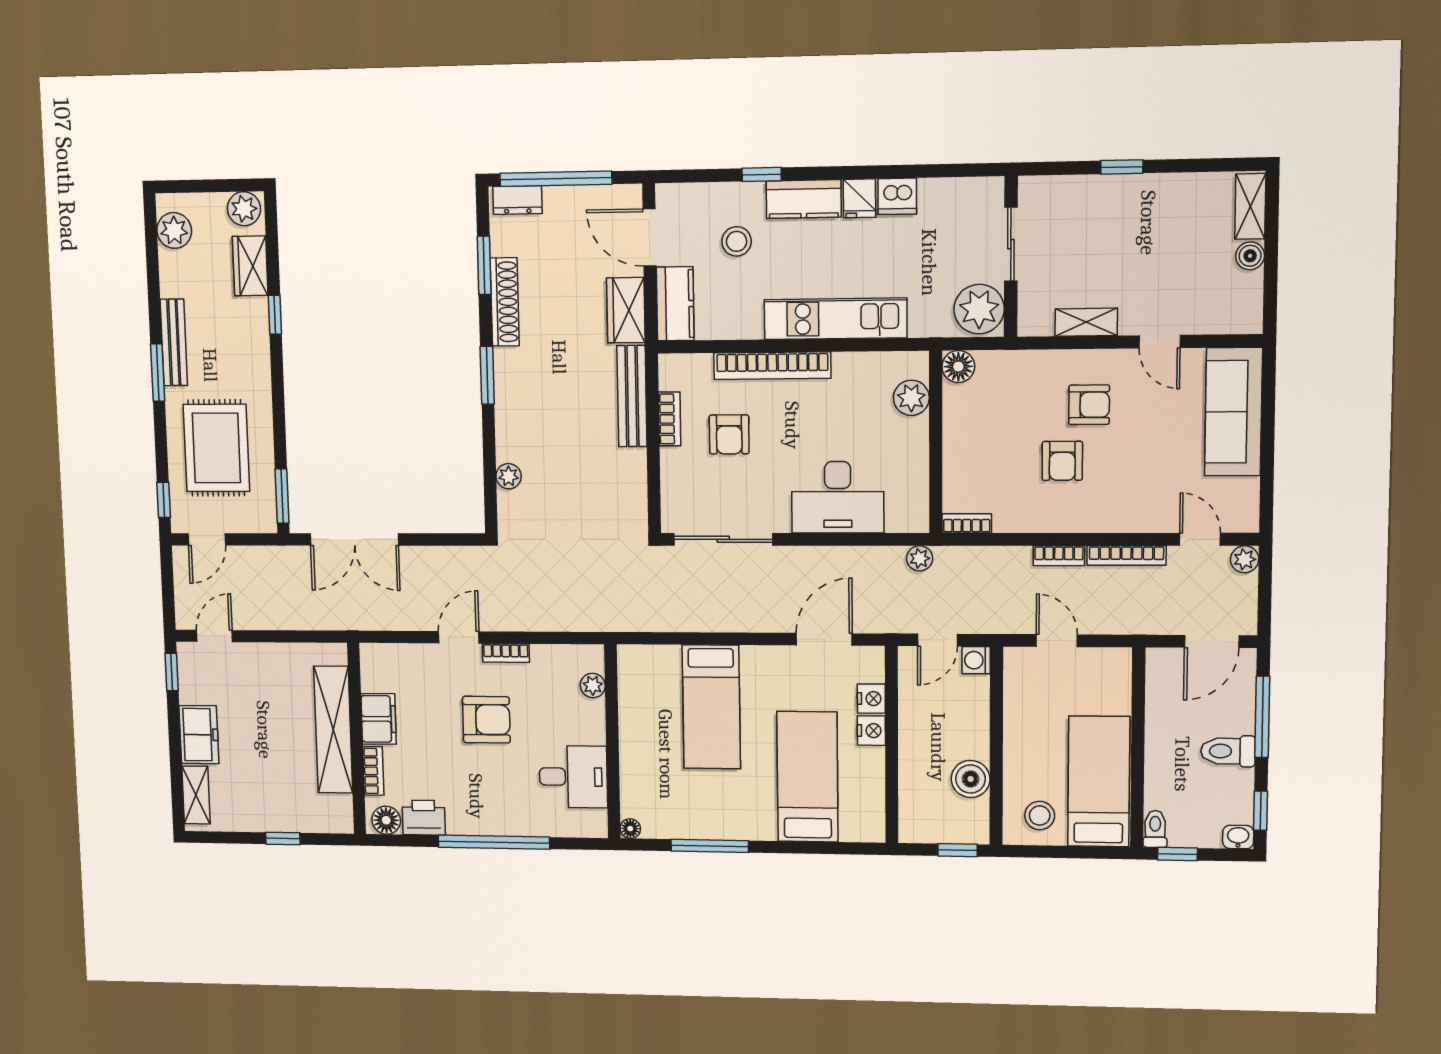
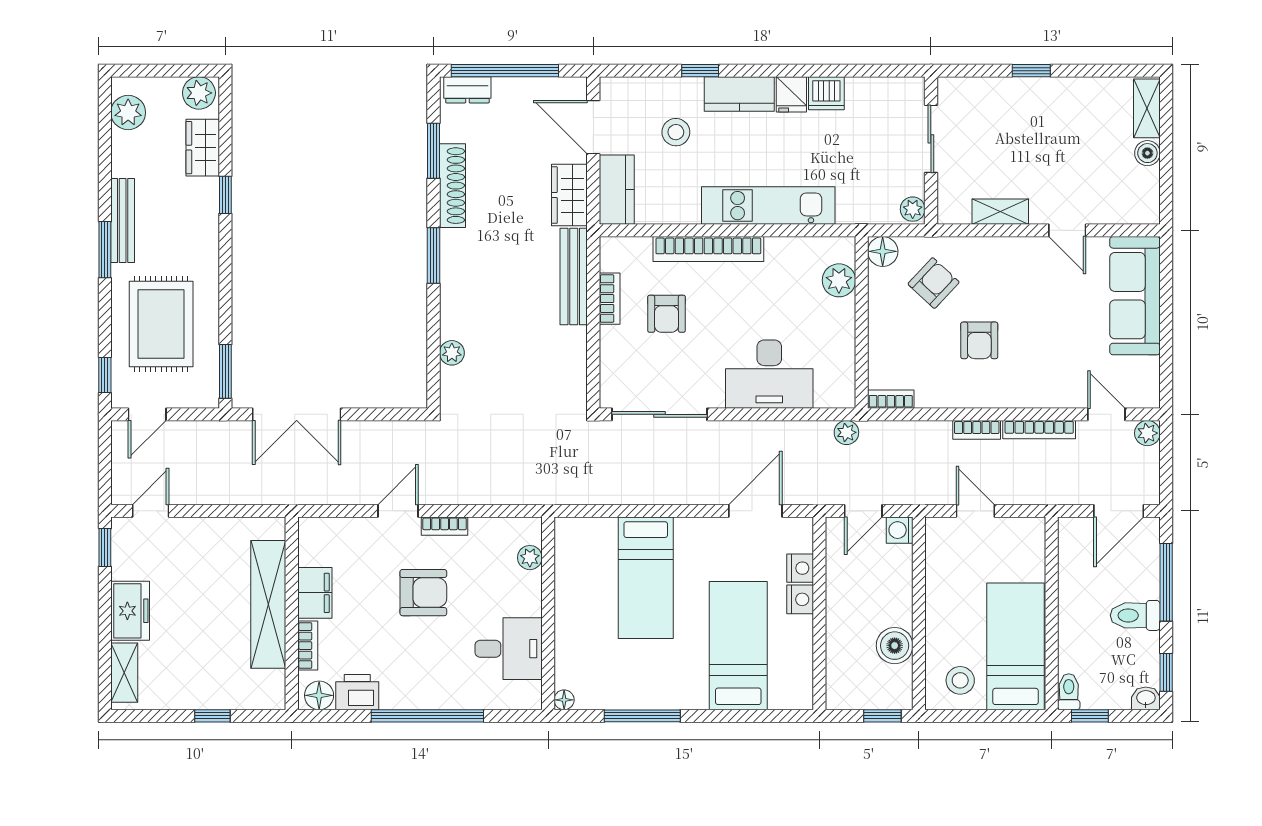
plant: (979, 309) -> (913, 209), width x0.53, depth x0.53
armchair: (1089, 405) -> (934, 283), moved, turned -47

